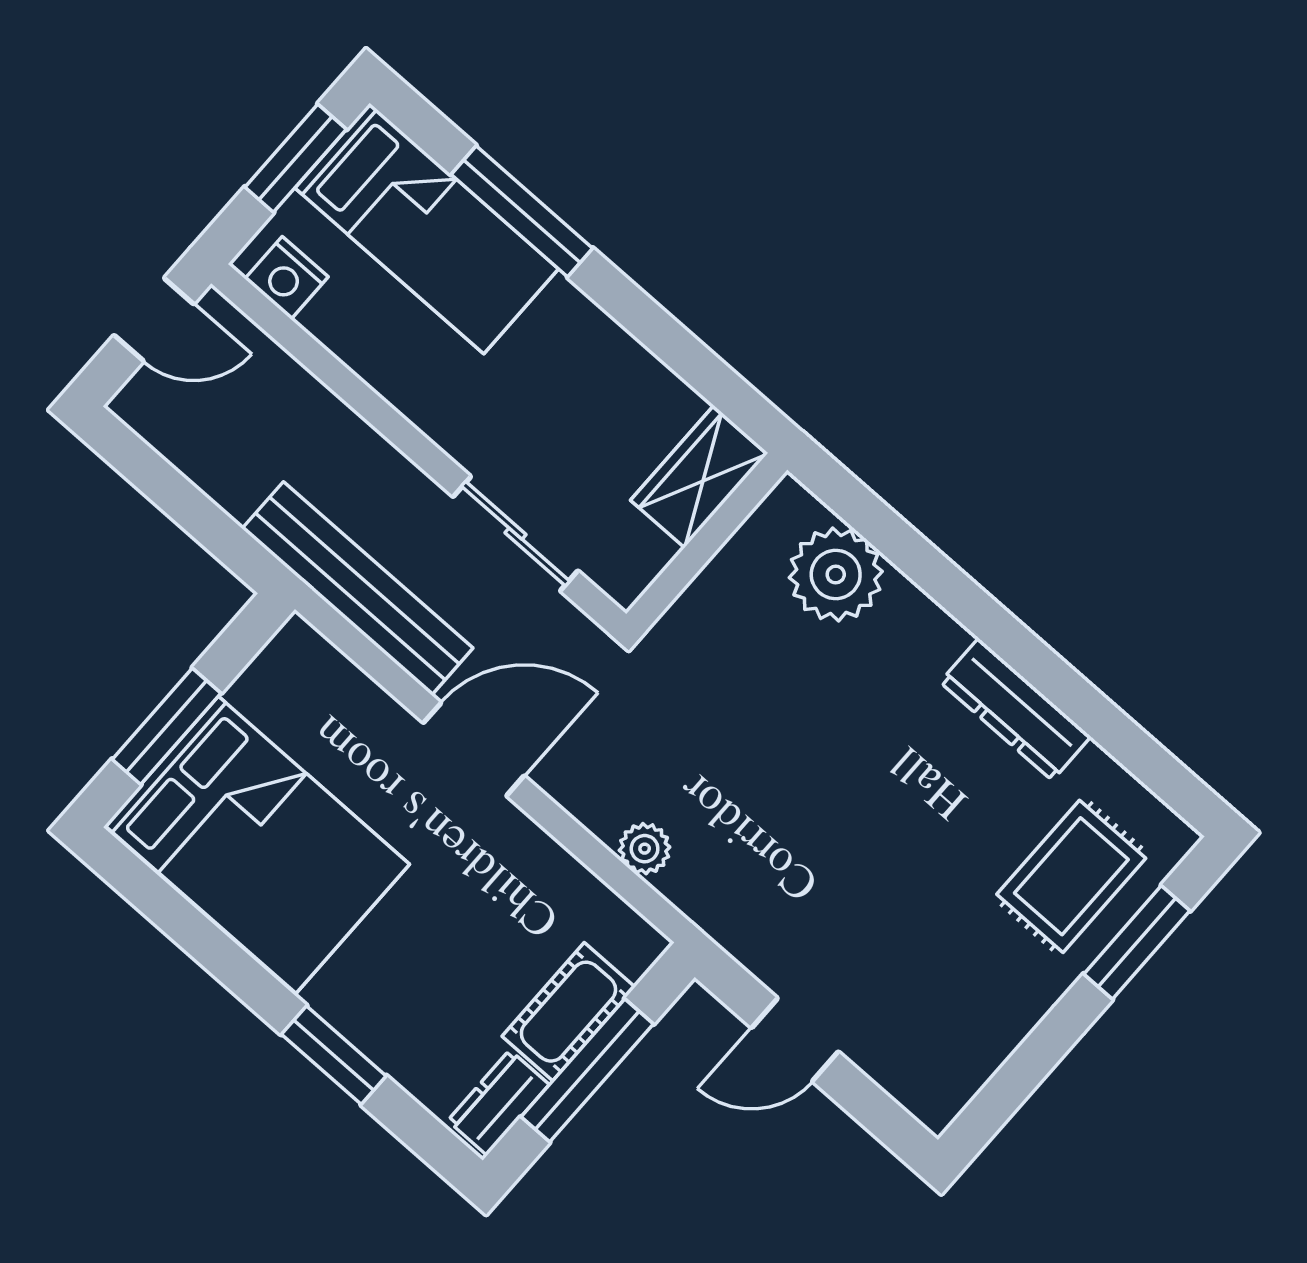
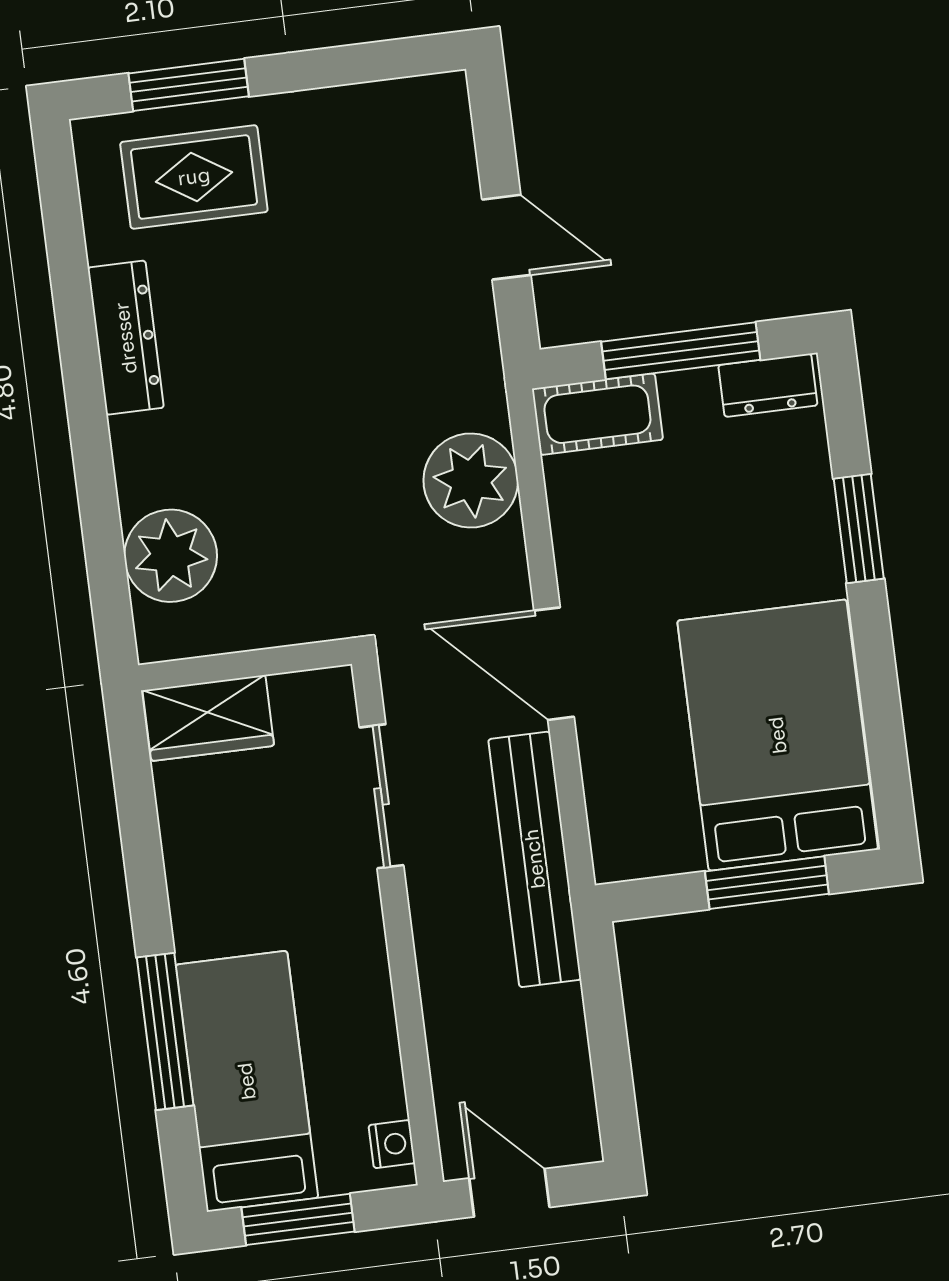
nightstand: (287, 278) -> (392, 1144), width x0.72, depth x0.74
plant: (645, 849) -> (471, 481), width x1.87, depth x1.87
cot: (568, 1012) -> (597, 414), moved

